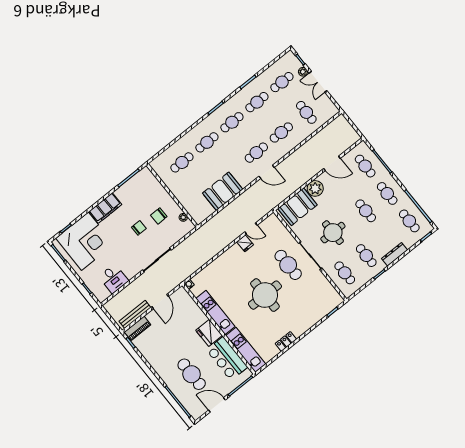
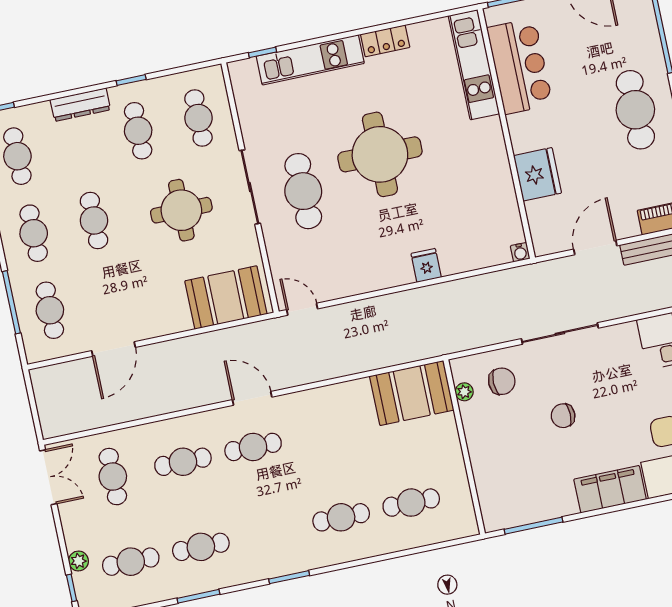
double door: (318, 82) -> (48, 477), moved
cafe table: (232, 122) -> (271, 532), removed
door: (332, 163) -> (113, 349), swing flipped
plant: (315, 188) -> (172, 316), removed
booth: (223, 191) -> (412, 393), moved
chair: (159, 216) -> (502, 381), moved
door: (251, 229) -> (302, 309), moved
fridge: (245, 243) -> (426, 265), moved
kitchen unit: (215, 312) -> (310, 60), moved, turned -90
fridge: (209, 333) -> (537, 174), moved
cafe table: (192, 374) -> (635, 110), moved

